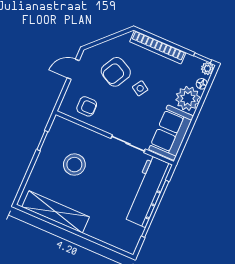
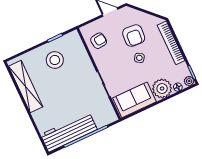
armchair: (116, 72) -> (134, 36), turned -114
armchair: (87, 106) -> (99, 41), turned -97
stool: (74, 165) -> (55, 60), moved
workbench: (147, 191) -> (69, 132), moved

